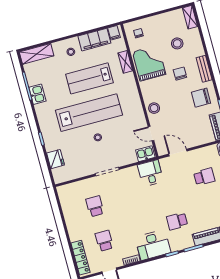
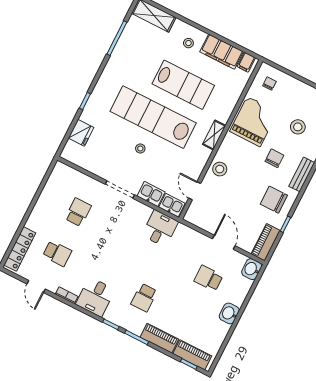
shelving: (125, 62) -> (214, 135), moved
lab bench: (89, 78) -> (183, 85), turned 180
kitchen sink: (37, 94) -> (151, 194), moved, turned -90
lab bench: (89, 113) -> (153, 117), turned 180
door: (178, 153) -> (224, 242), moved
school desk: (204, 177) -> (208, 278), turned 180
school desk: (177, 221) -> (144, 298), turned -90
school desk: (104, 241) -> (57, 253), turned 90
desk: (153, 245) -> (95, 297), width x0.73

